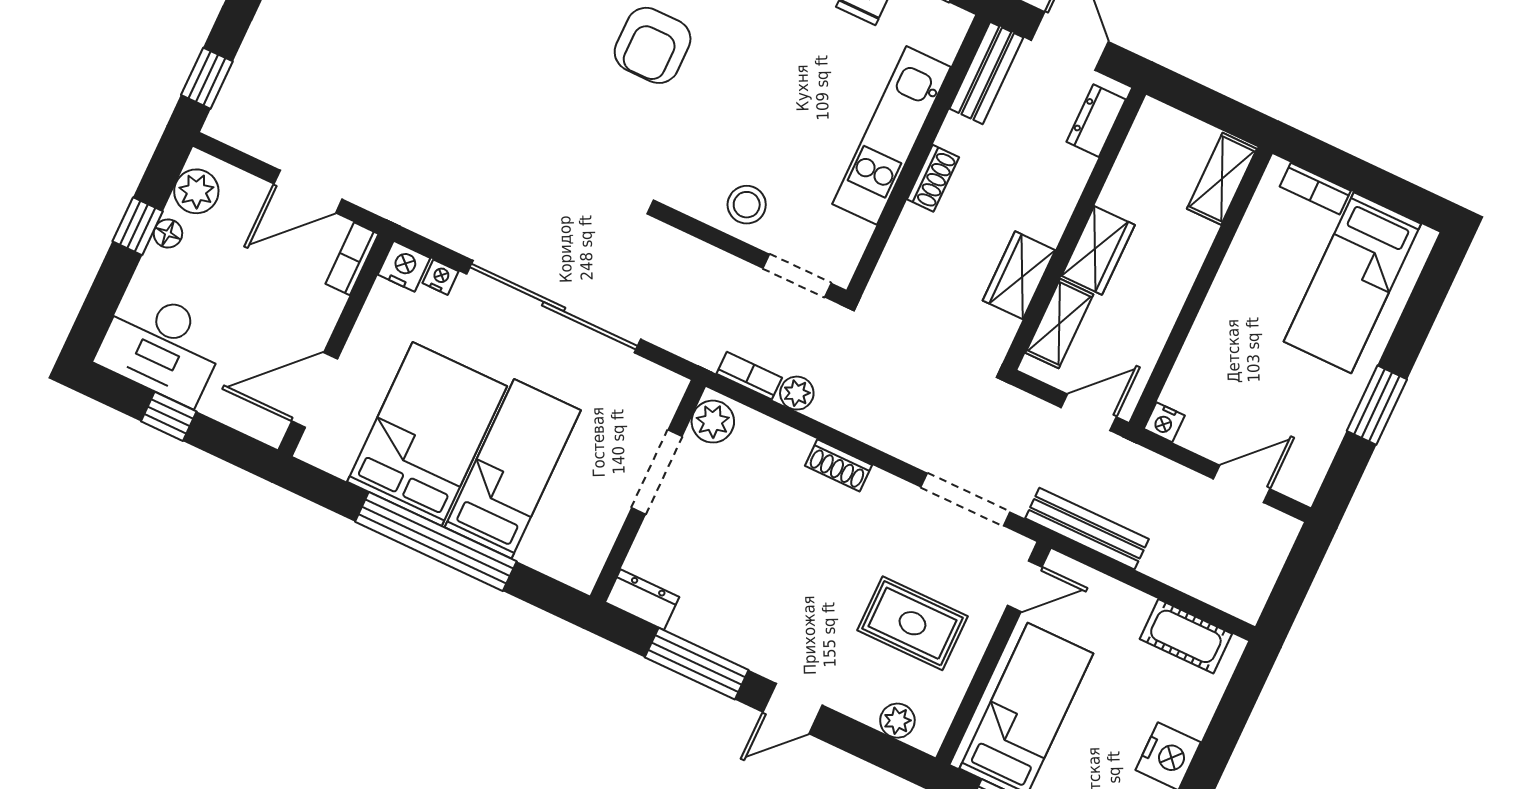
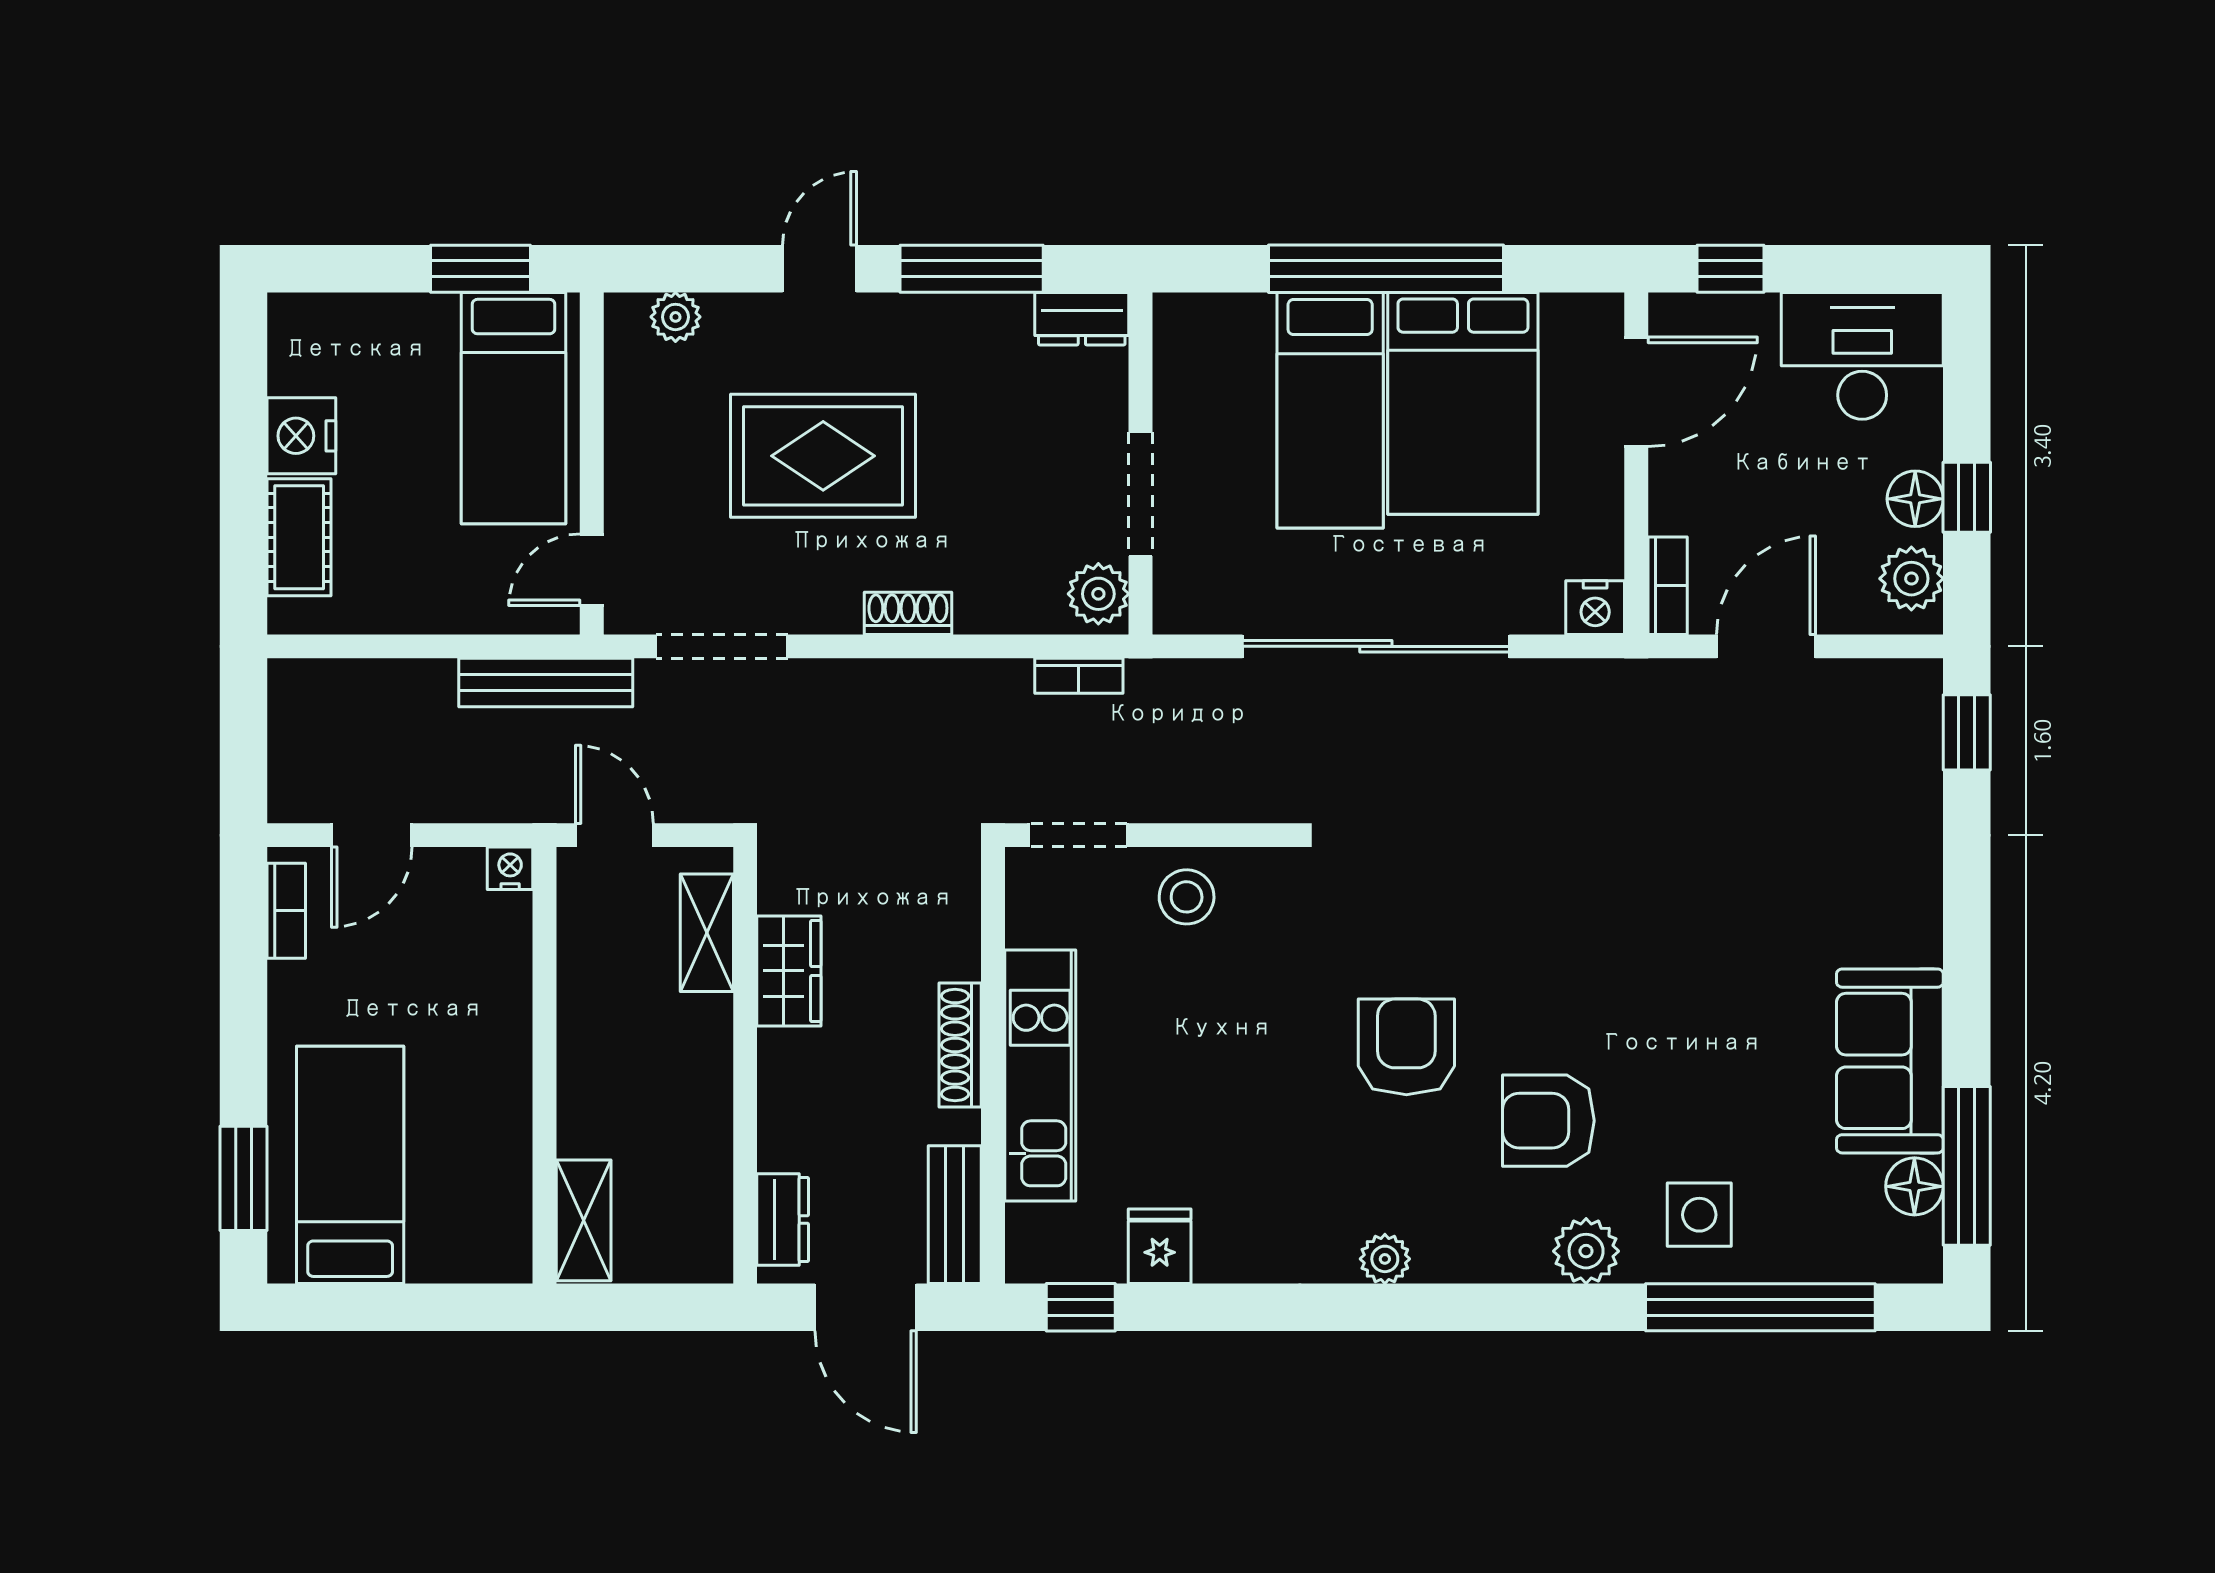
shoe rack: (933, 178) -> (960, 1045), width x1.43
bookcase: (1315, 189) -> (286, 911), moved, turned 90
floor lamp: (168, 233) -> (1915, 499), width x1.37, depth x1.37
wardrobe: (1098, 250) -> (701, 1052), removed
nightstand: (440, 277) -> (1541, 616), removed
plant: (797, 393) -> (1006, 682), removed
window: (1377, 405) -> (244, 1178), moved
door: (1089, 412) -> (614, 835), swing flipped
window: (169, 416) -> (1730, 269), moved
rug: (912, 623) -> (823, 456), moved, width x1.36, depth x1.43
cot: (1186, 636) -> (299, 537), moved, turned 90

